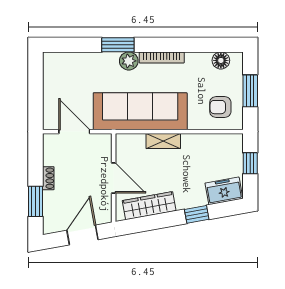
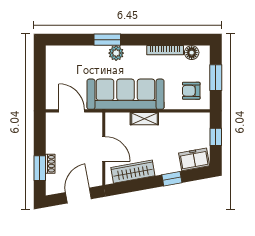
bookcase: (162, 57) -> (165, 50), moved
shoe rack: (48, 178) -> (50, 164), moved

